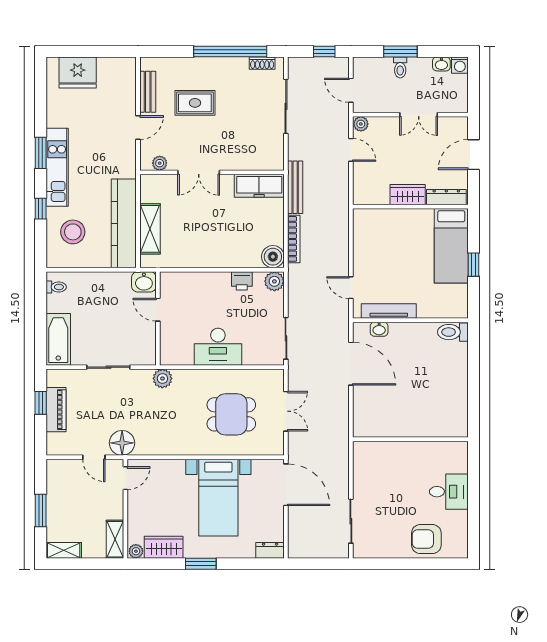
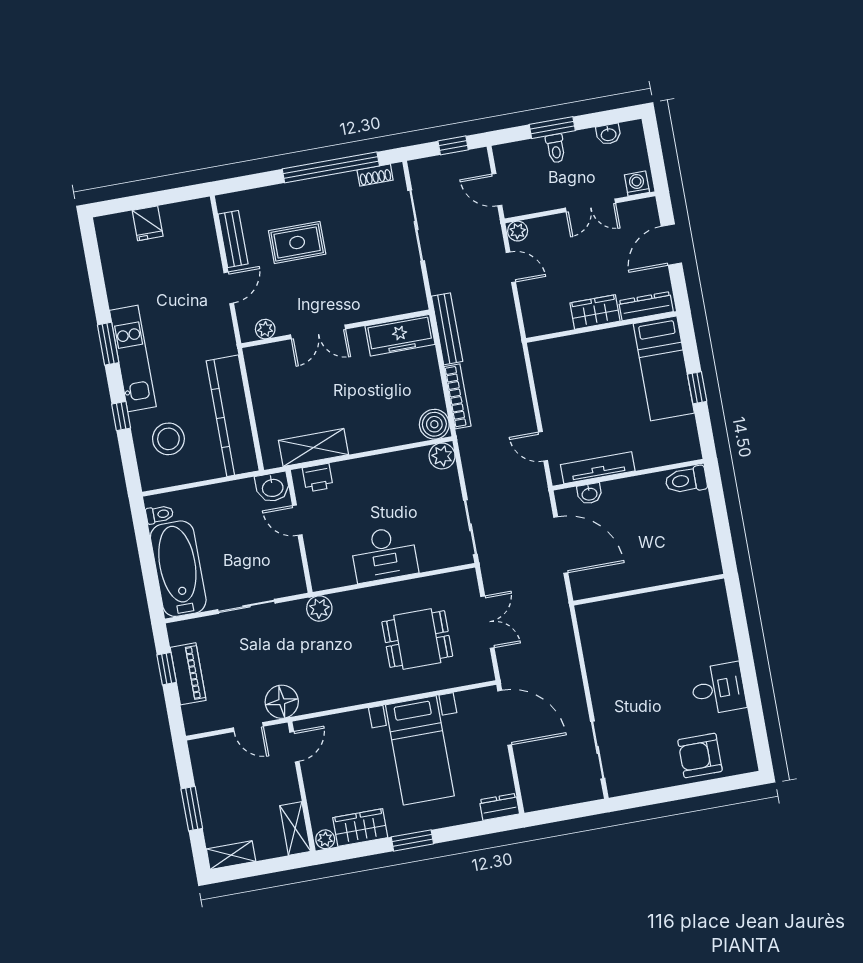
washing machine: (460, 65) -> (637, 184), moved, turned 180
fridge: (78, 73) -> (148, 223), width x0.53, depth x0.75
shelving: (150, 229) -> (314, 448), moved, turned 90
printer: (242, 281) -> (318, 478), moved
bathtub: (58, 339) -> (178, 569), width x1.36, depth x1.36
wall: (410, 439) -> (649, 590), moved

